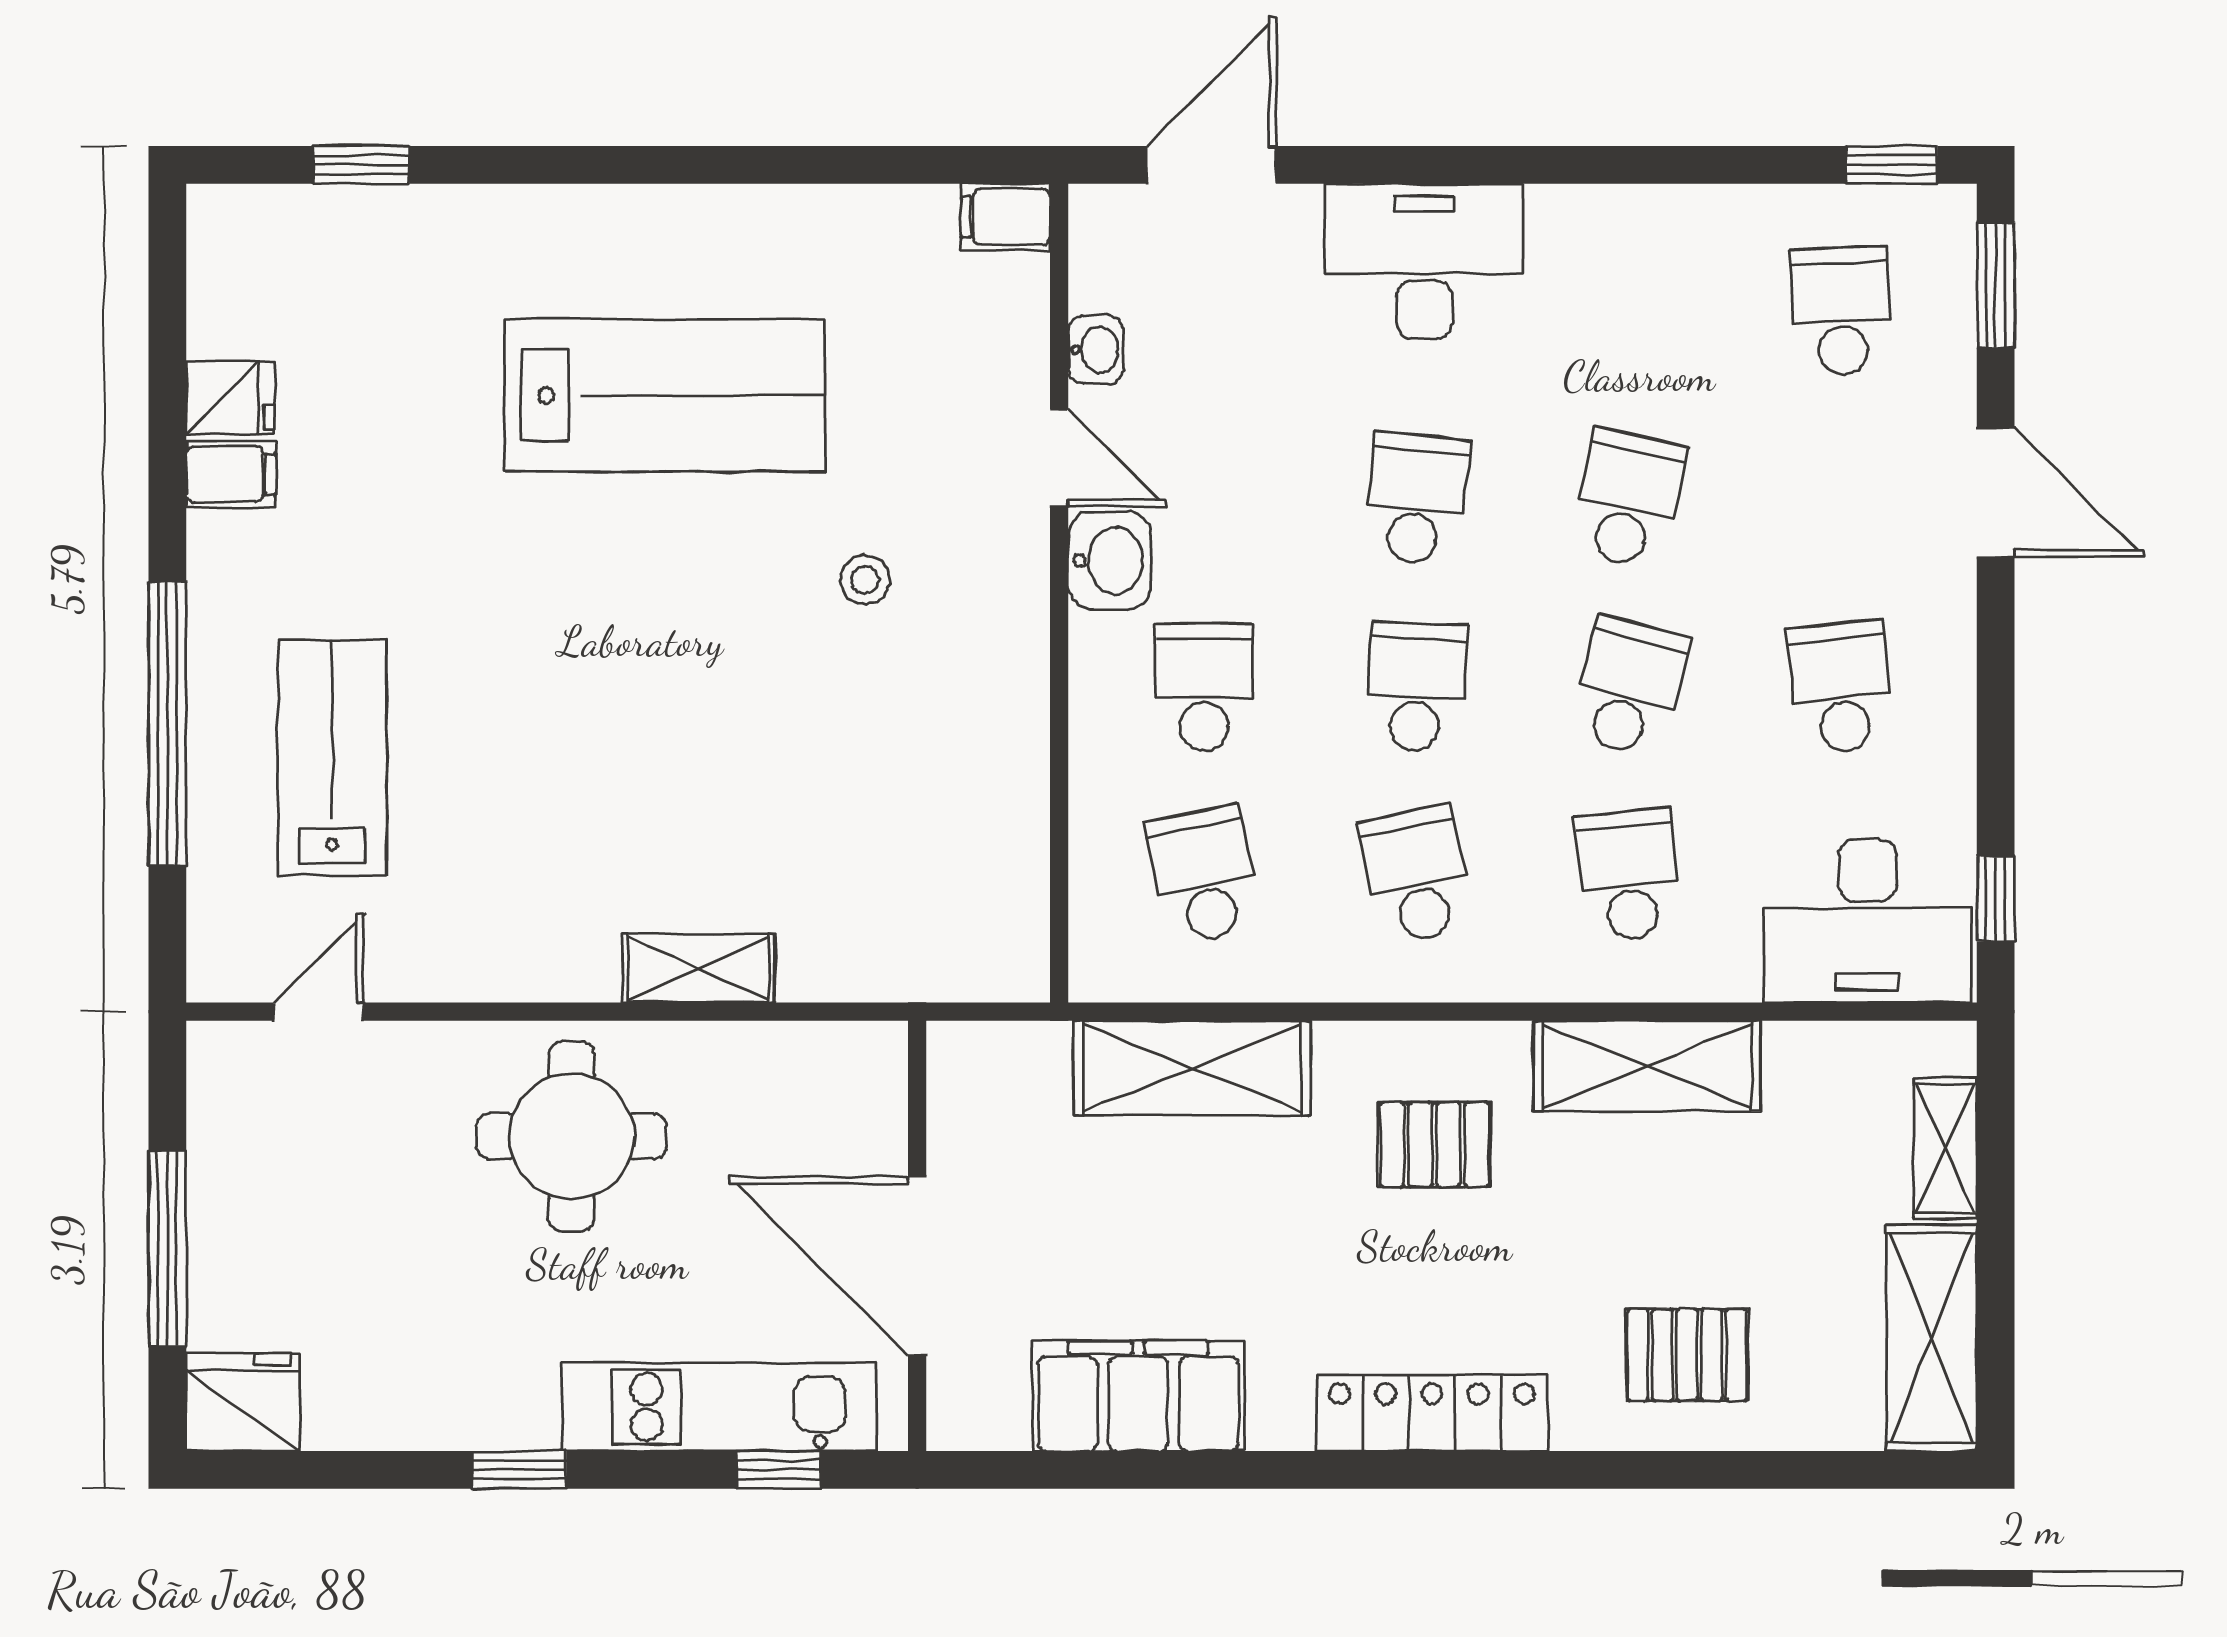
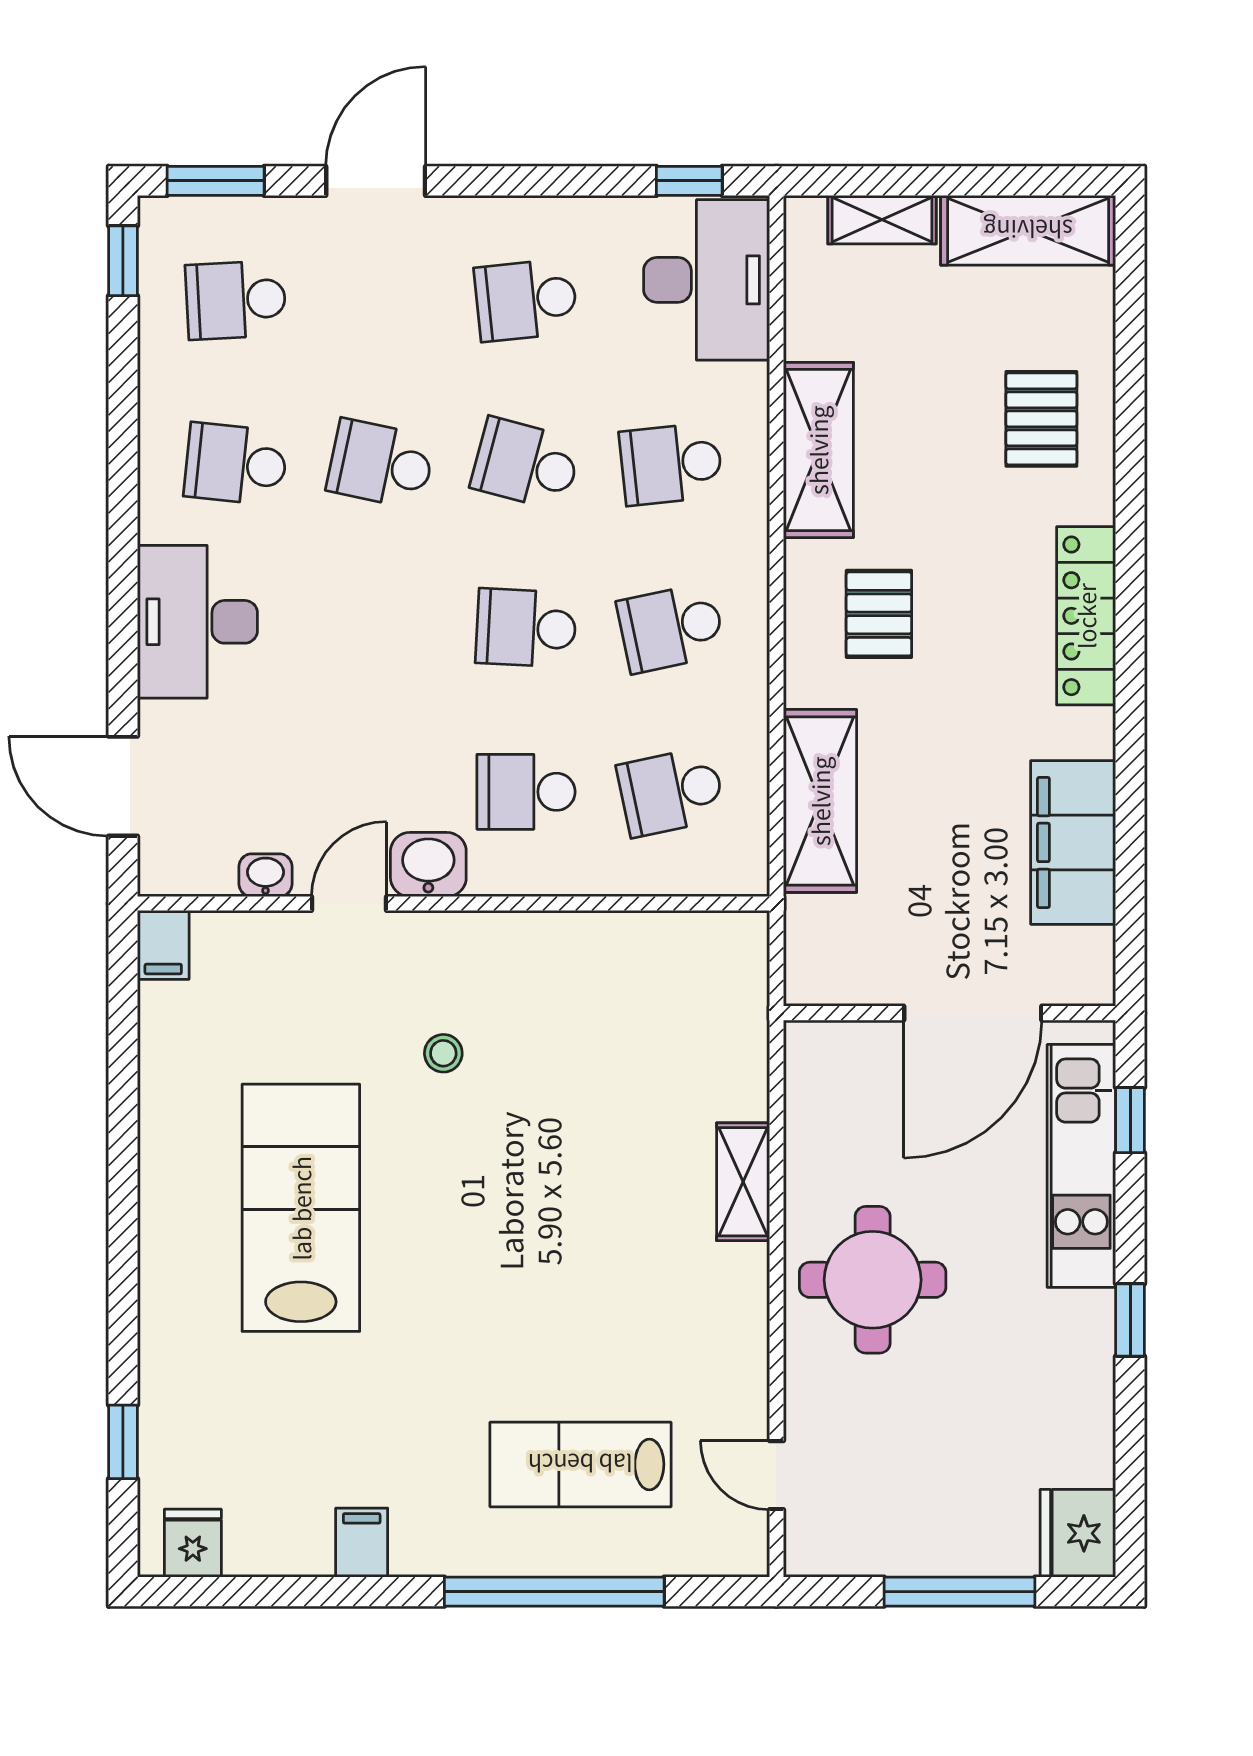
fridge: (230, 398) -> (193, 1543), moved
school desk: (1416, 499) -> (236, 464), moved

